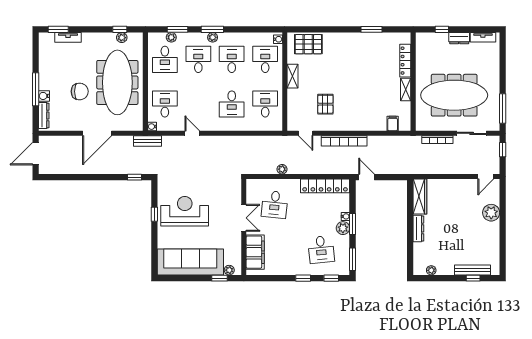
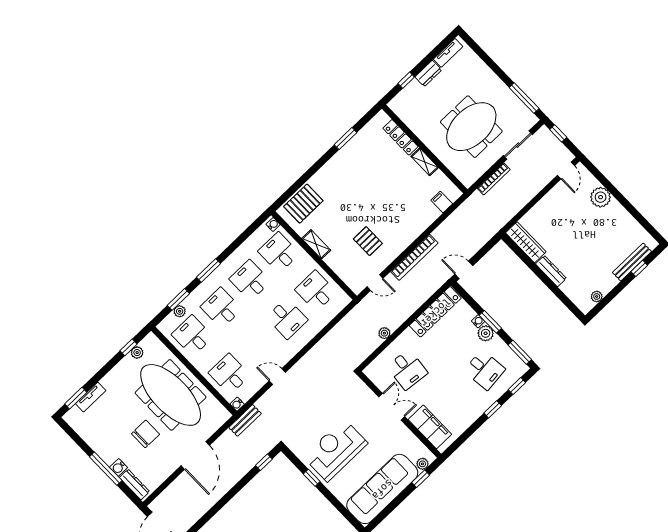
plant: (213, 37) -> (215, 277), removed
desk: (165, 59) -> (192, 336), turned 180
meeting table: (454, 95) -> (471, 127), width x0.73

